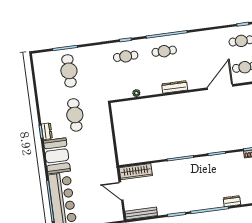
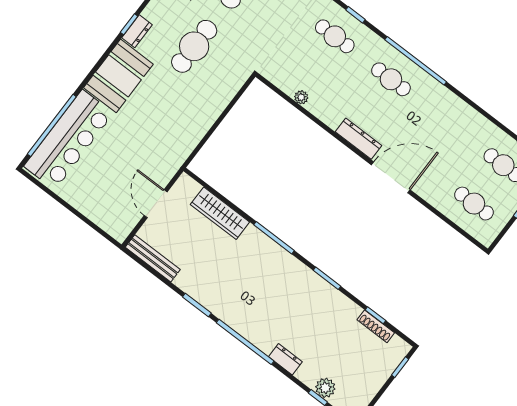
door: (220, 87) -> (391, 177), moved
wardrobe: (136, 172) -> (220, 213), moved

